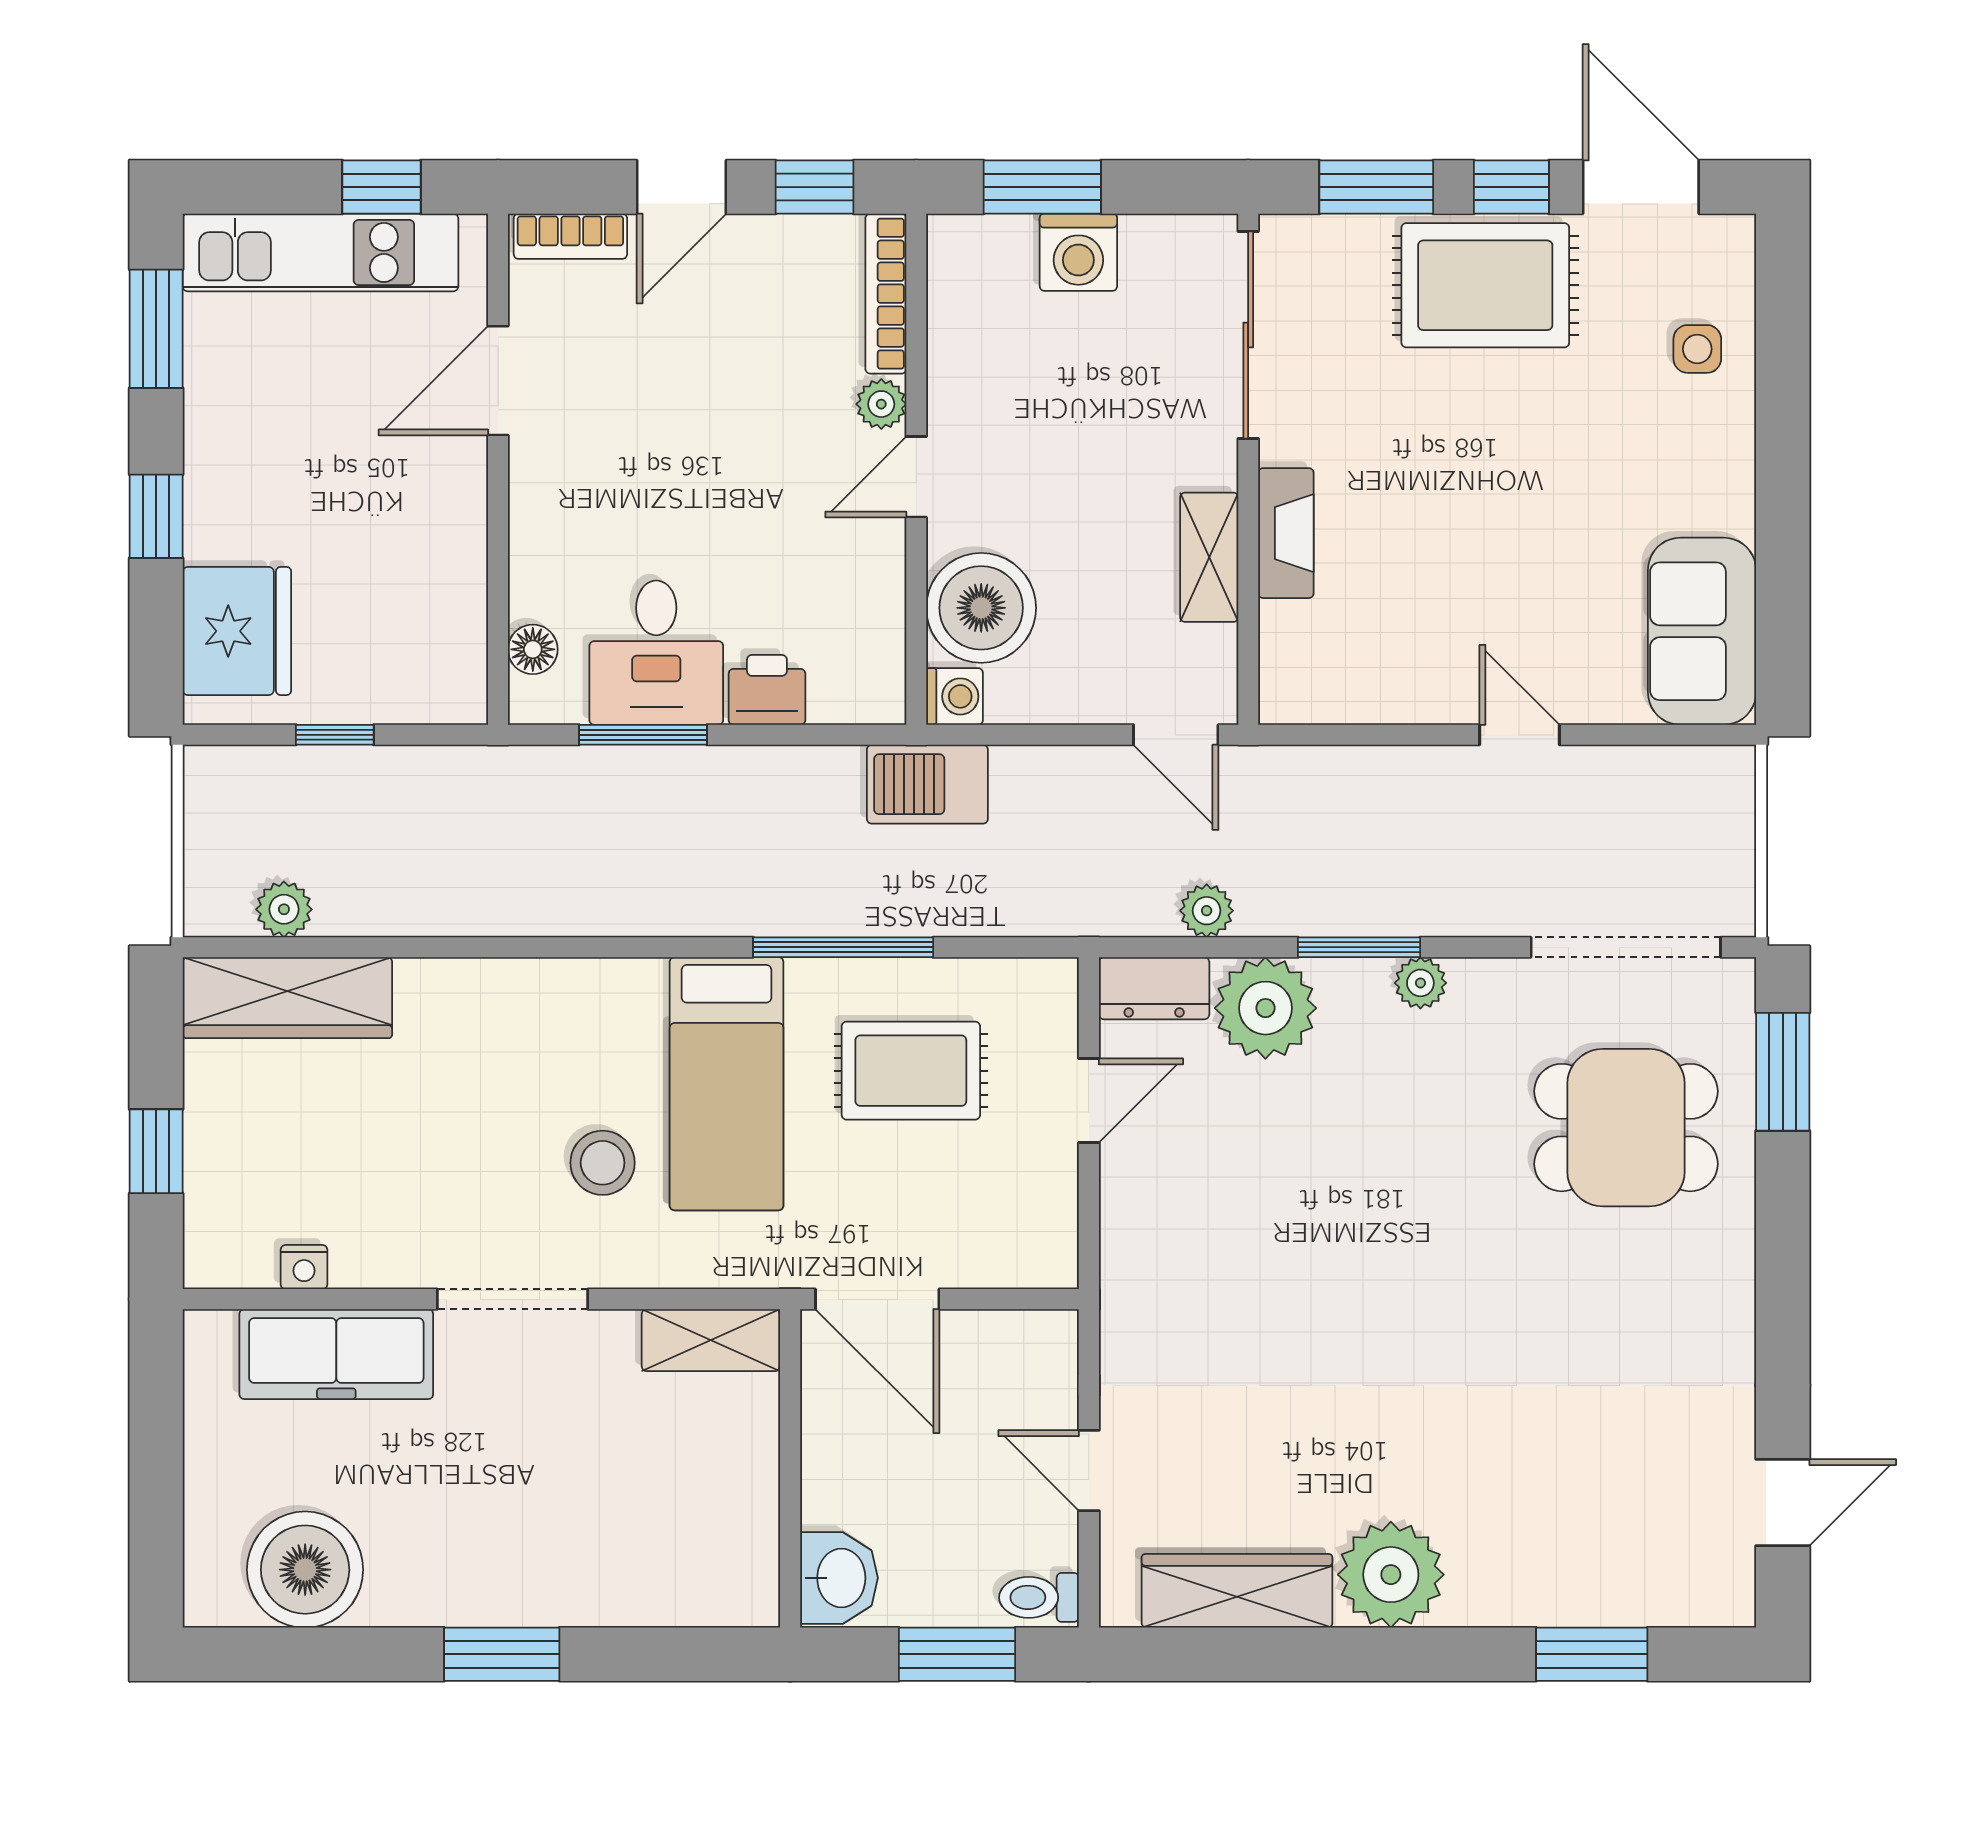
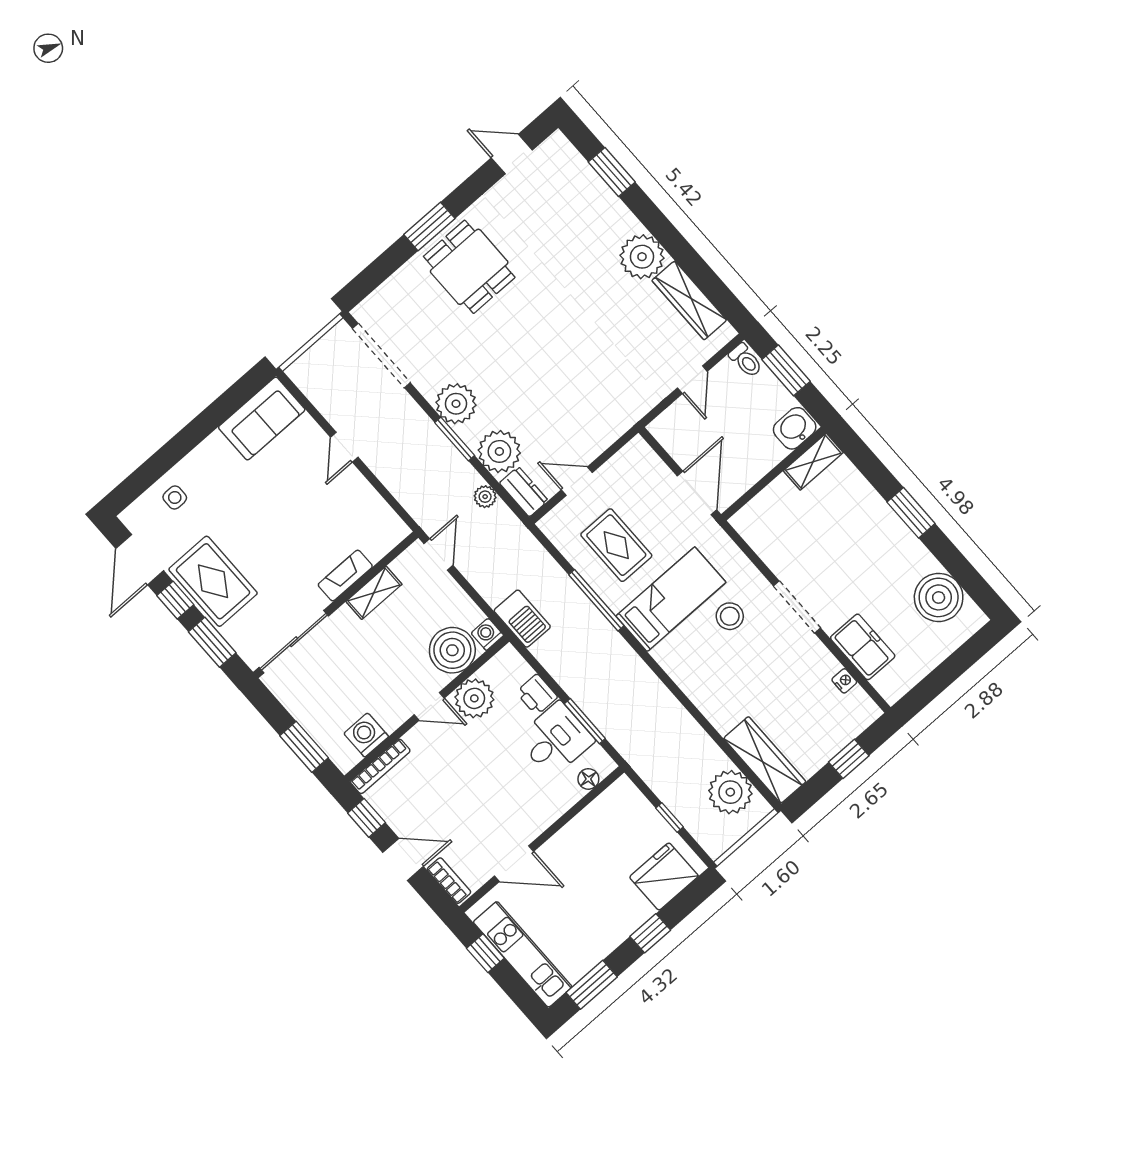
washing machine: (1078, 252) -> (366, 735), moved, turned -90
plant: (881, 404) -> (474, 698), moved, width x1.87, depth x1.87
plant: (284, 909) -> (730, 792), width x1.87, depth x1.87
plant: (1420, 983) -> (456, 404), width x1.88, depth x1.88
window: (1783, 1072) -> (429, 227), moved
dining table: (1626, 1128) -> (469, 267), moved
shelving: (711, 1340) -> (813, 462), moved, turned 90
freezer: (336, 1354) -> (863, 647), width x0.71

